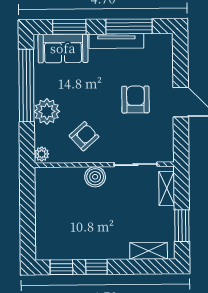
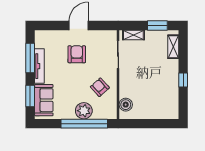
window: (26, 86) -> (84, 124), moved
armchair: (135, 100) -> (77, 54), turned 90
plant: (42, 154) -> (111, 114), removed
boiler: (95, 177) -> (126, 105), moved
window: (61, 267) -> (183, 102), removed

